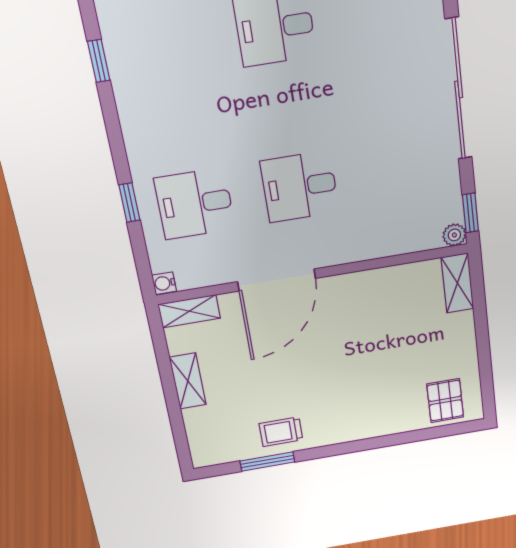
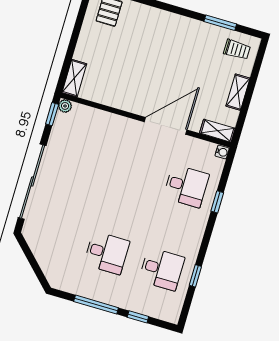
desk: (300, 187) -> (162, 269), moved
trolley: (281, 432) -> (237, 50), moved

